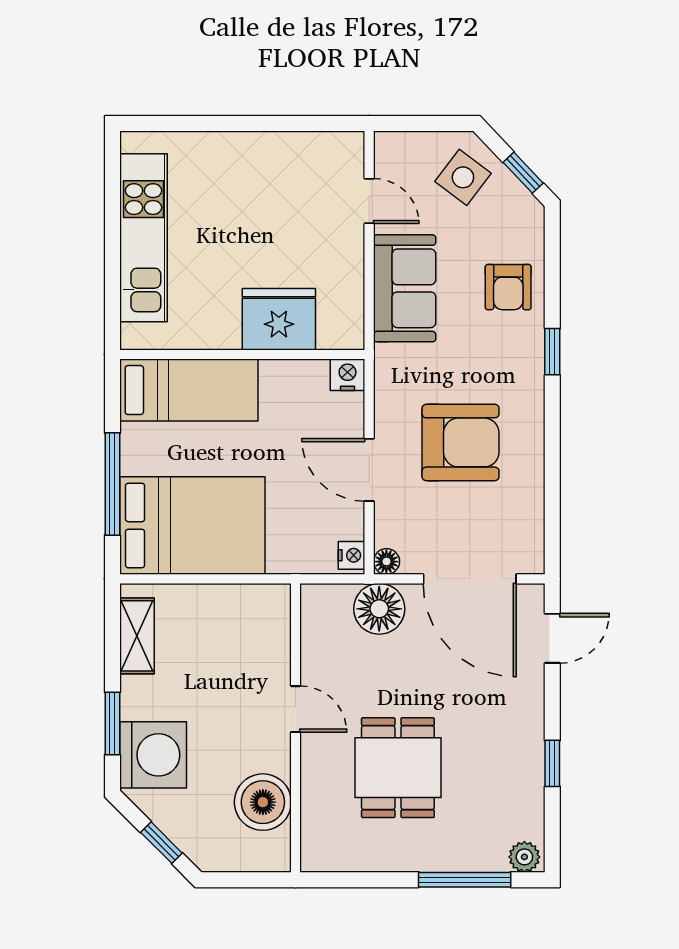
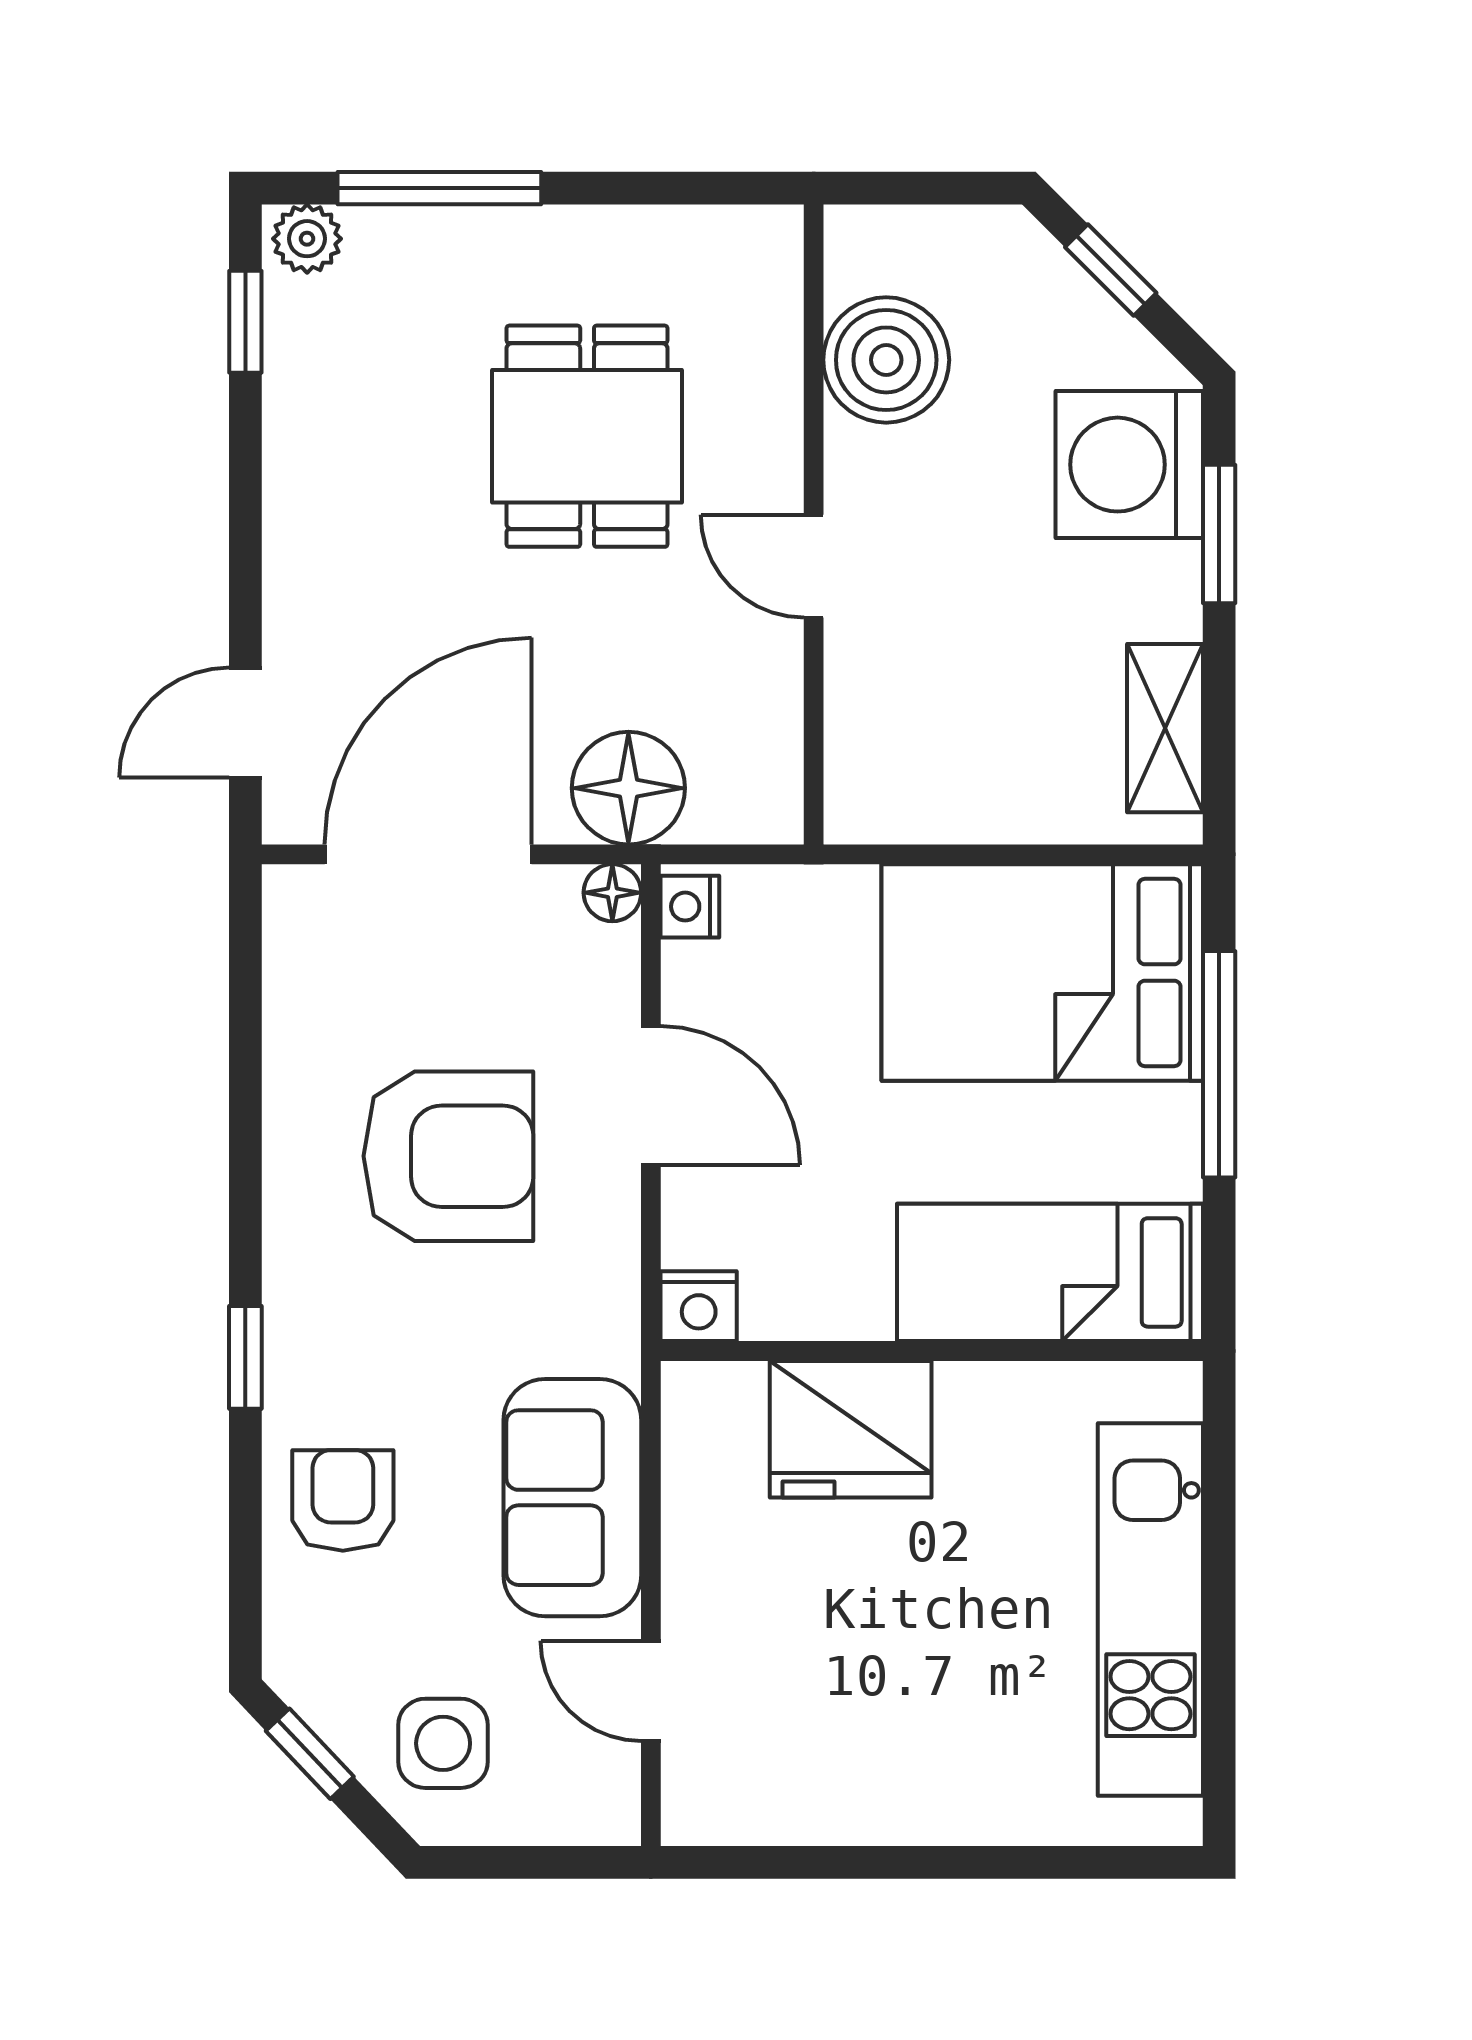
side table: (463, 177) -> (443, 1743), turned -37
armchair: (461, 442) -> (448, 1156), turned 180
door: (470, 579) -> (428, 854), hinge flipped
window: (552, 763) -> (245, 322), moved

